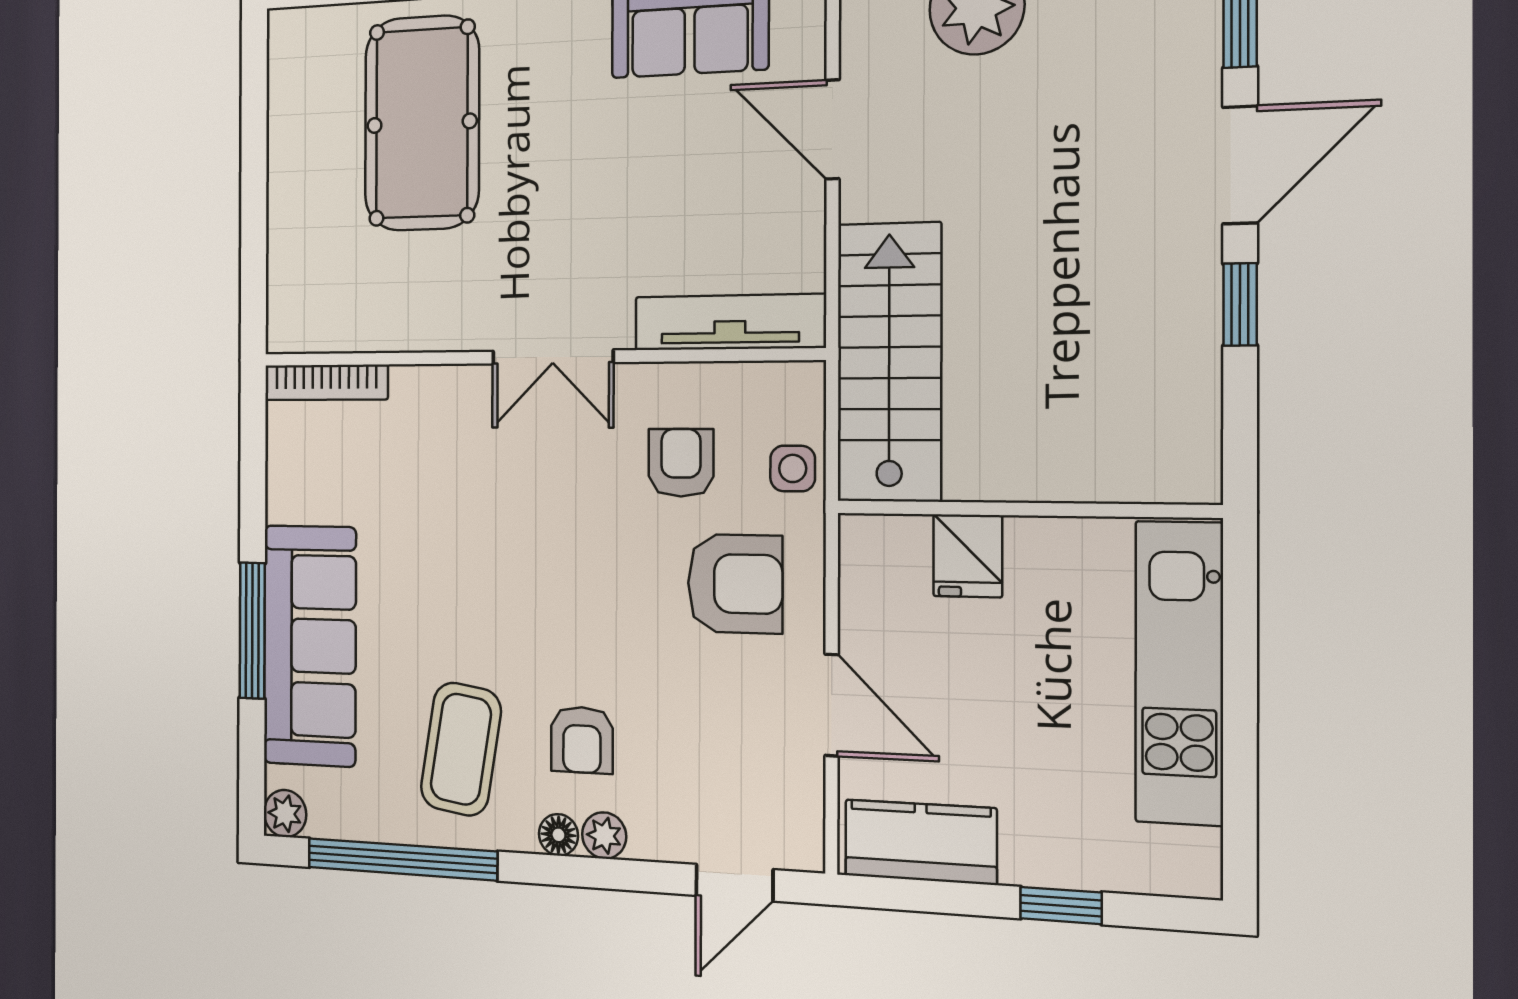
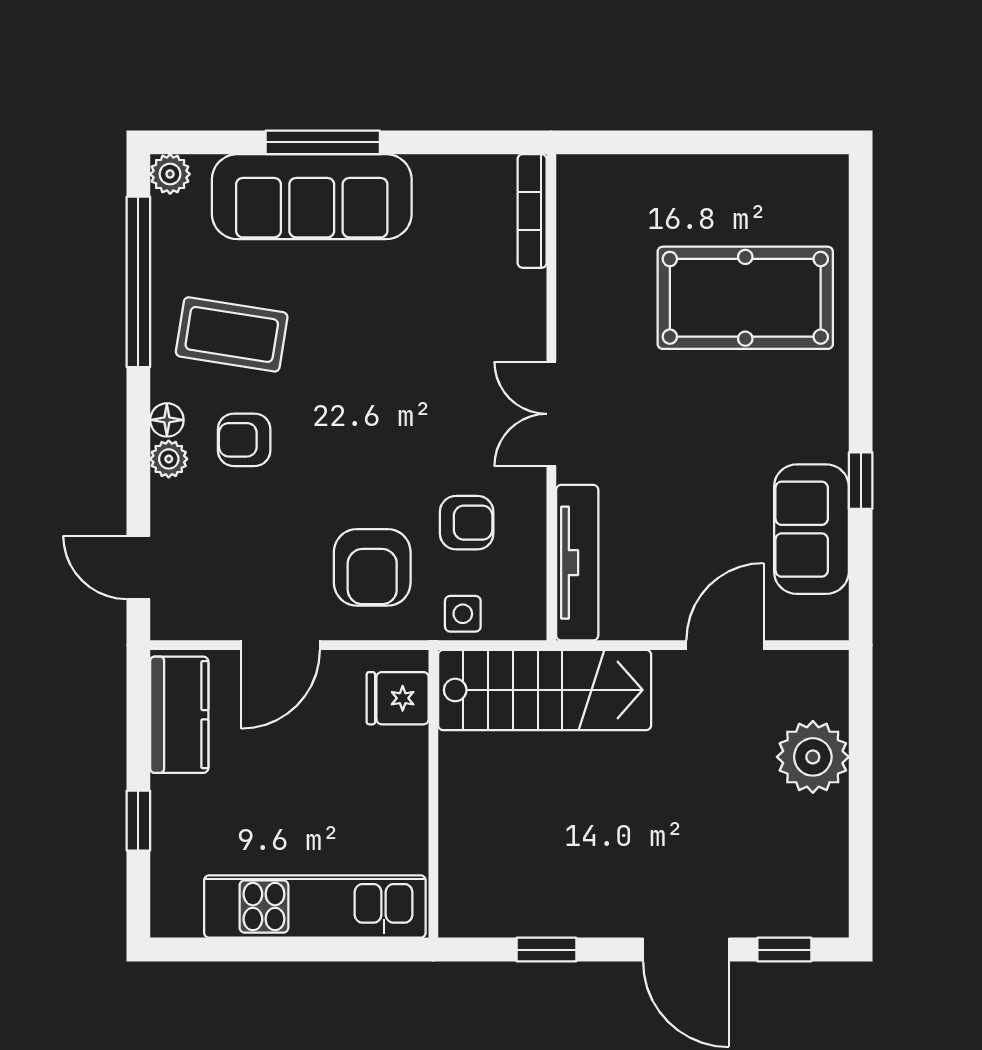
window: (1240, 304) -> (546, 950), moved
fridge: (968, 556) -> (398, 698), moved

